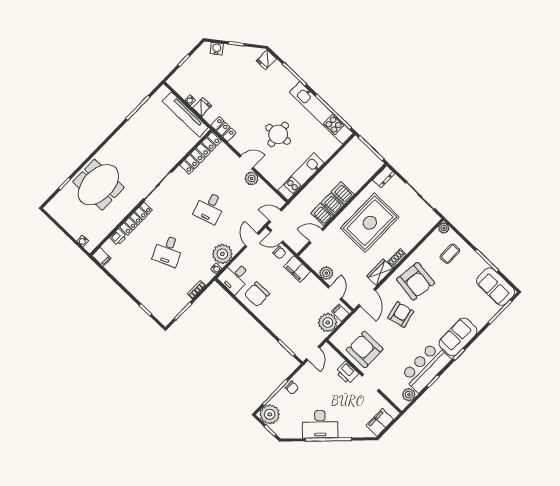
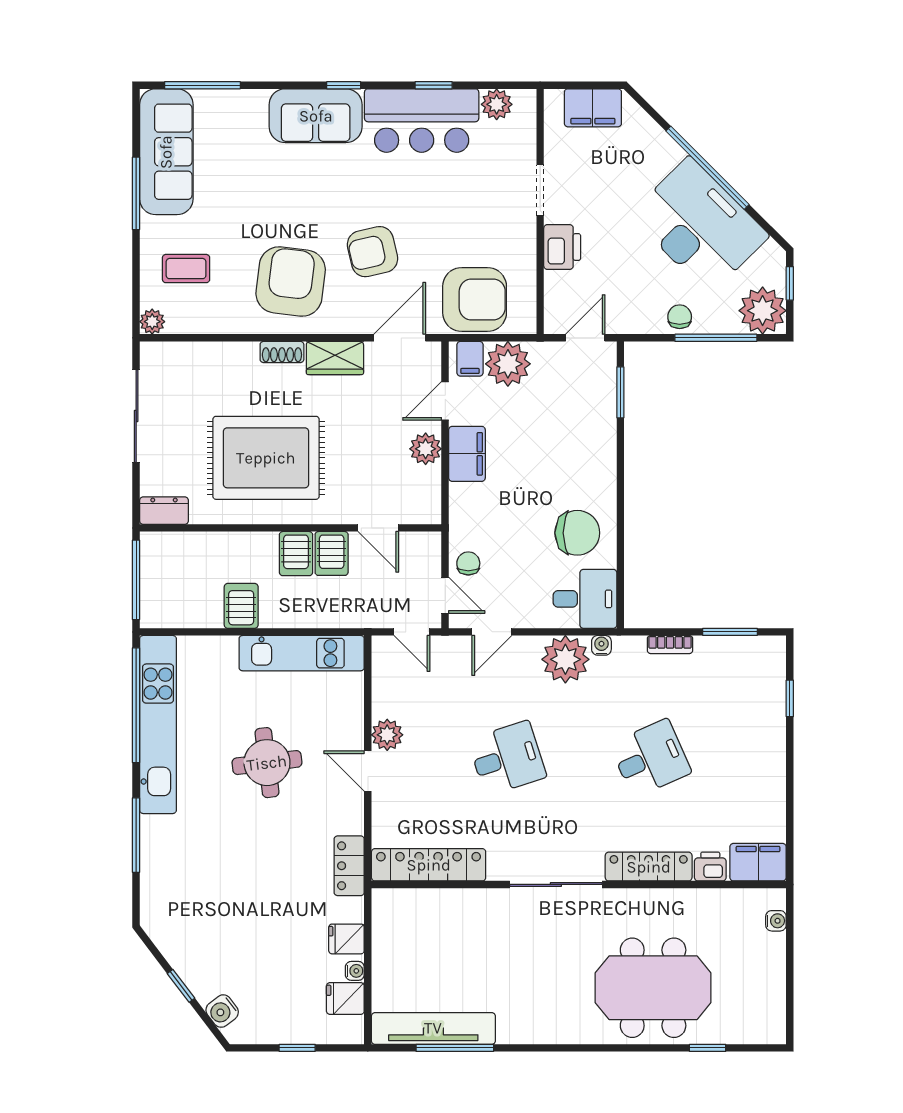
fridge: (266, 60) -> (345, 999), moved, turned 180
tv unit: (185, 114) -> (433, 1028), moved, turned -90
server rack: (343, 193) -> (241, 606), moved, turned 180
filing cabinet: (101, 257) -> (758, 862), width x2.00
filing cabinet: (297, 269) -> (467, 454), moved
sofa: (496, 287) -> (166, 152), width x1.36
armchair: (365, 350) -> (475, 300), moved, turned -90
desk: (320, 424) -> (699, 226), width x1.36, depth x1.30

